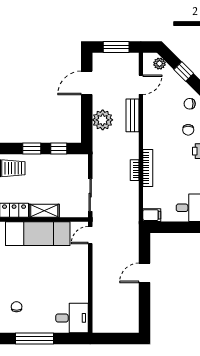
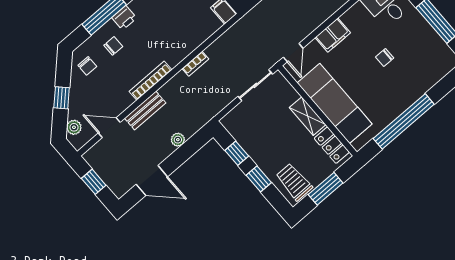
window: (116, 47) -> (94, 182), width x0.67
plant: (103, 120) -> (178, 140), width x0.53, depth x0.53
bookcase: (148, 168) -> (150, 81), moved
door: (90, 235) -> (293, 53), hinge flipped
filing cabinet: (80, 268) -> (333, 35), added
chair: (17, 307) -> (385, 58), moved

